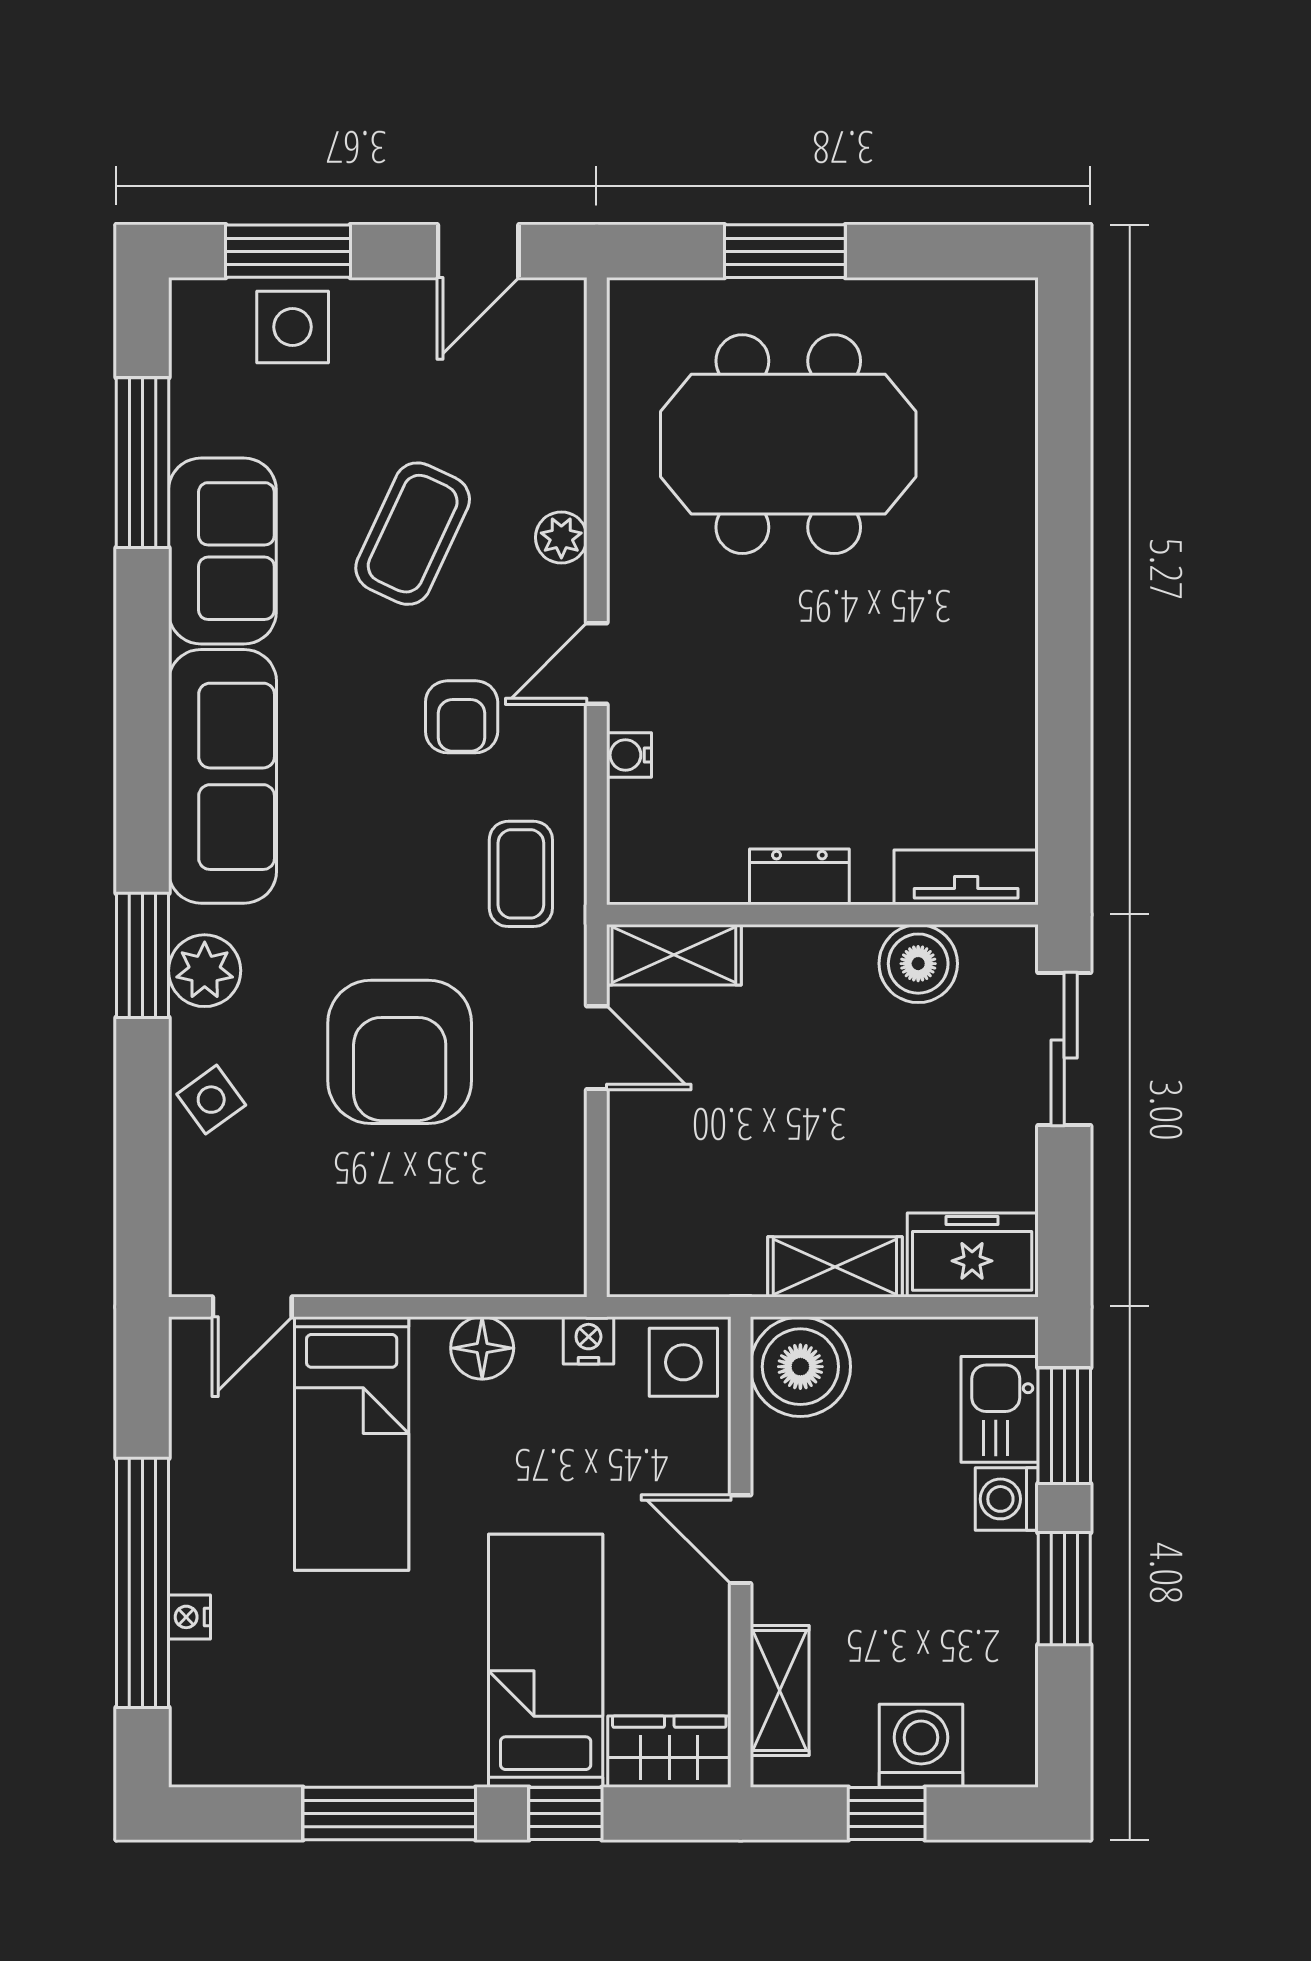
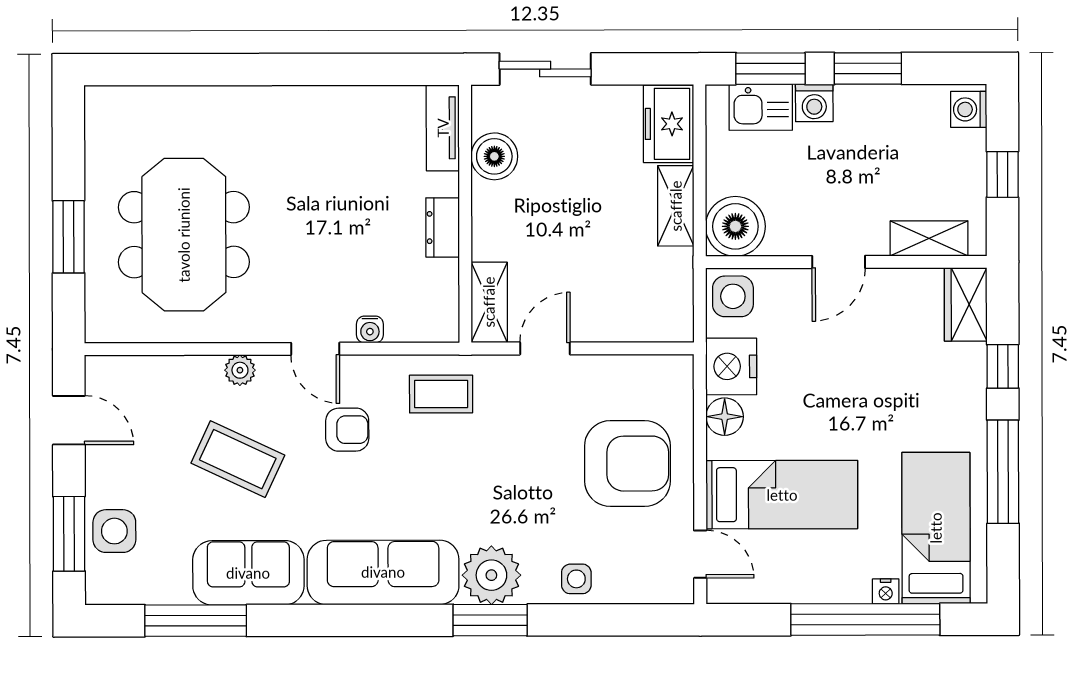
plant: (205, 971) -> (491, 575), width x1.36, depth x1.36
armchair: (400, 1052) -> (627, 464), moved
side table: (211, 1100) -> (576, 579), turned 36
nightstand: (588, 1340) -> (731, 366), width x1.89, depth x1.79
bed: (546, 1661) -> (936, 528), moved, turned 90
washing machine: (921, 1746) -> (969, 109), moved, width x0.73, depth x0.73

